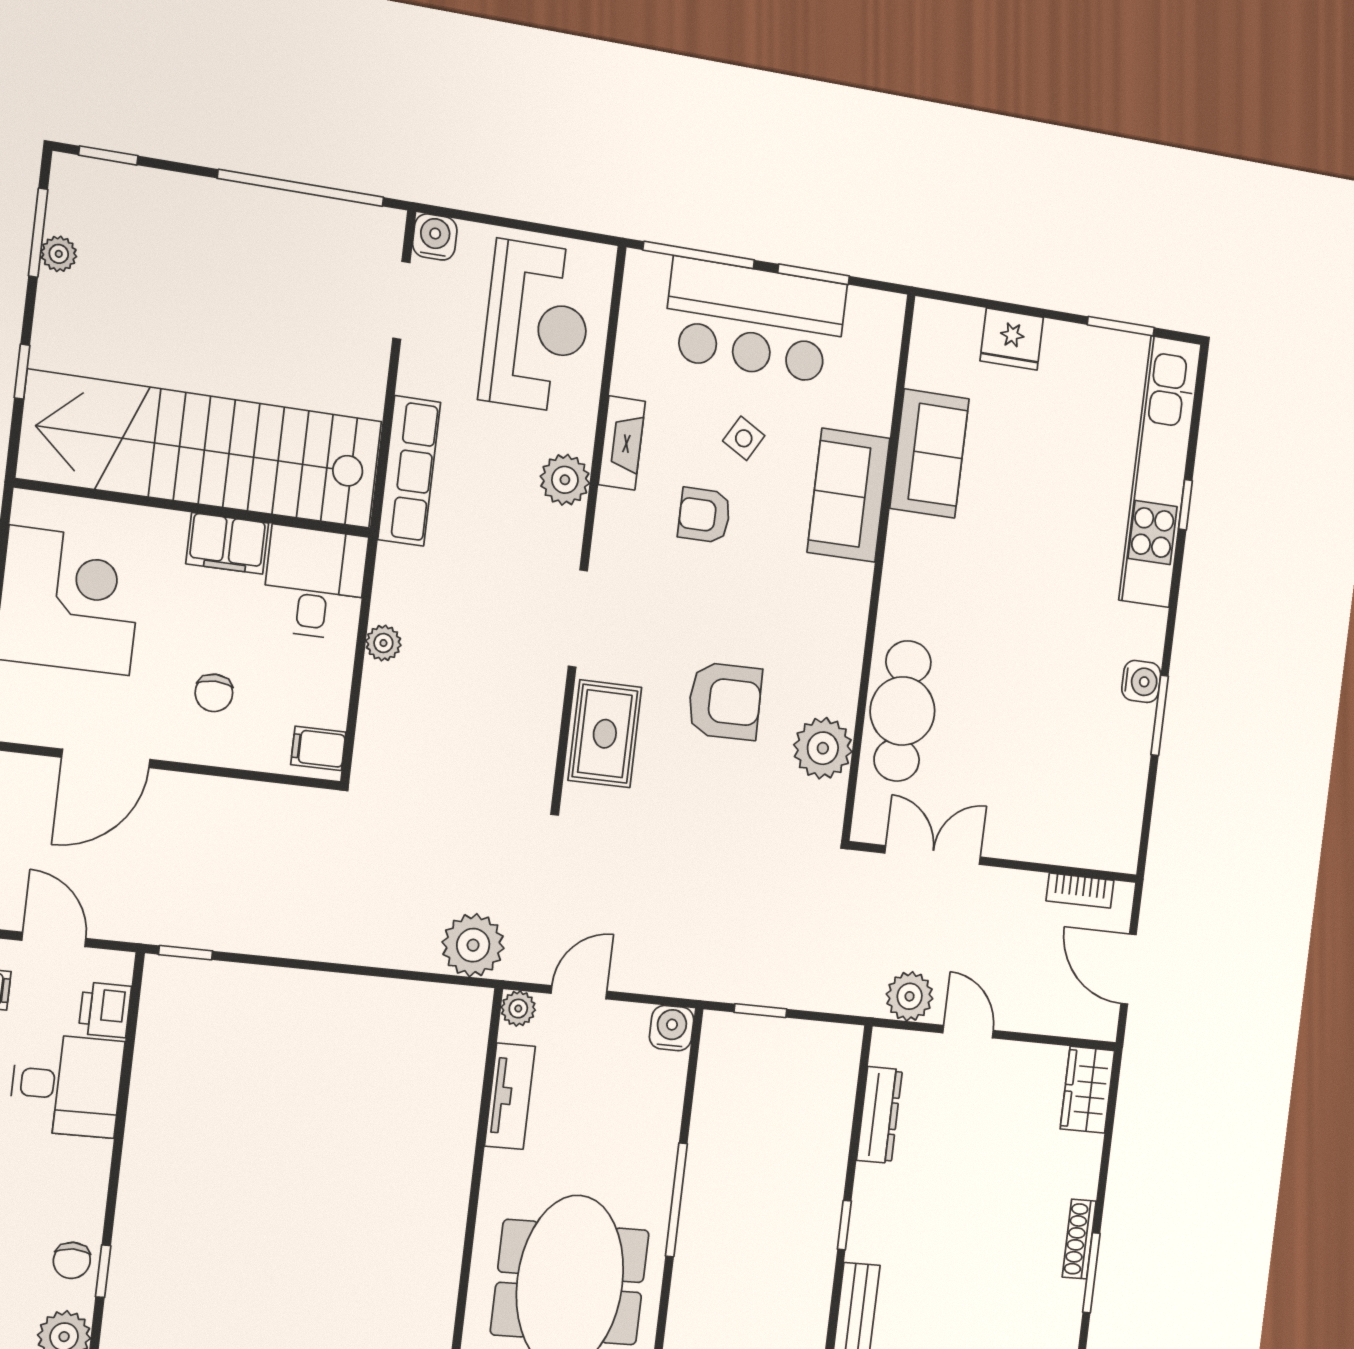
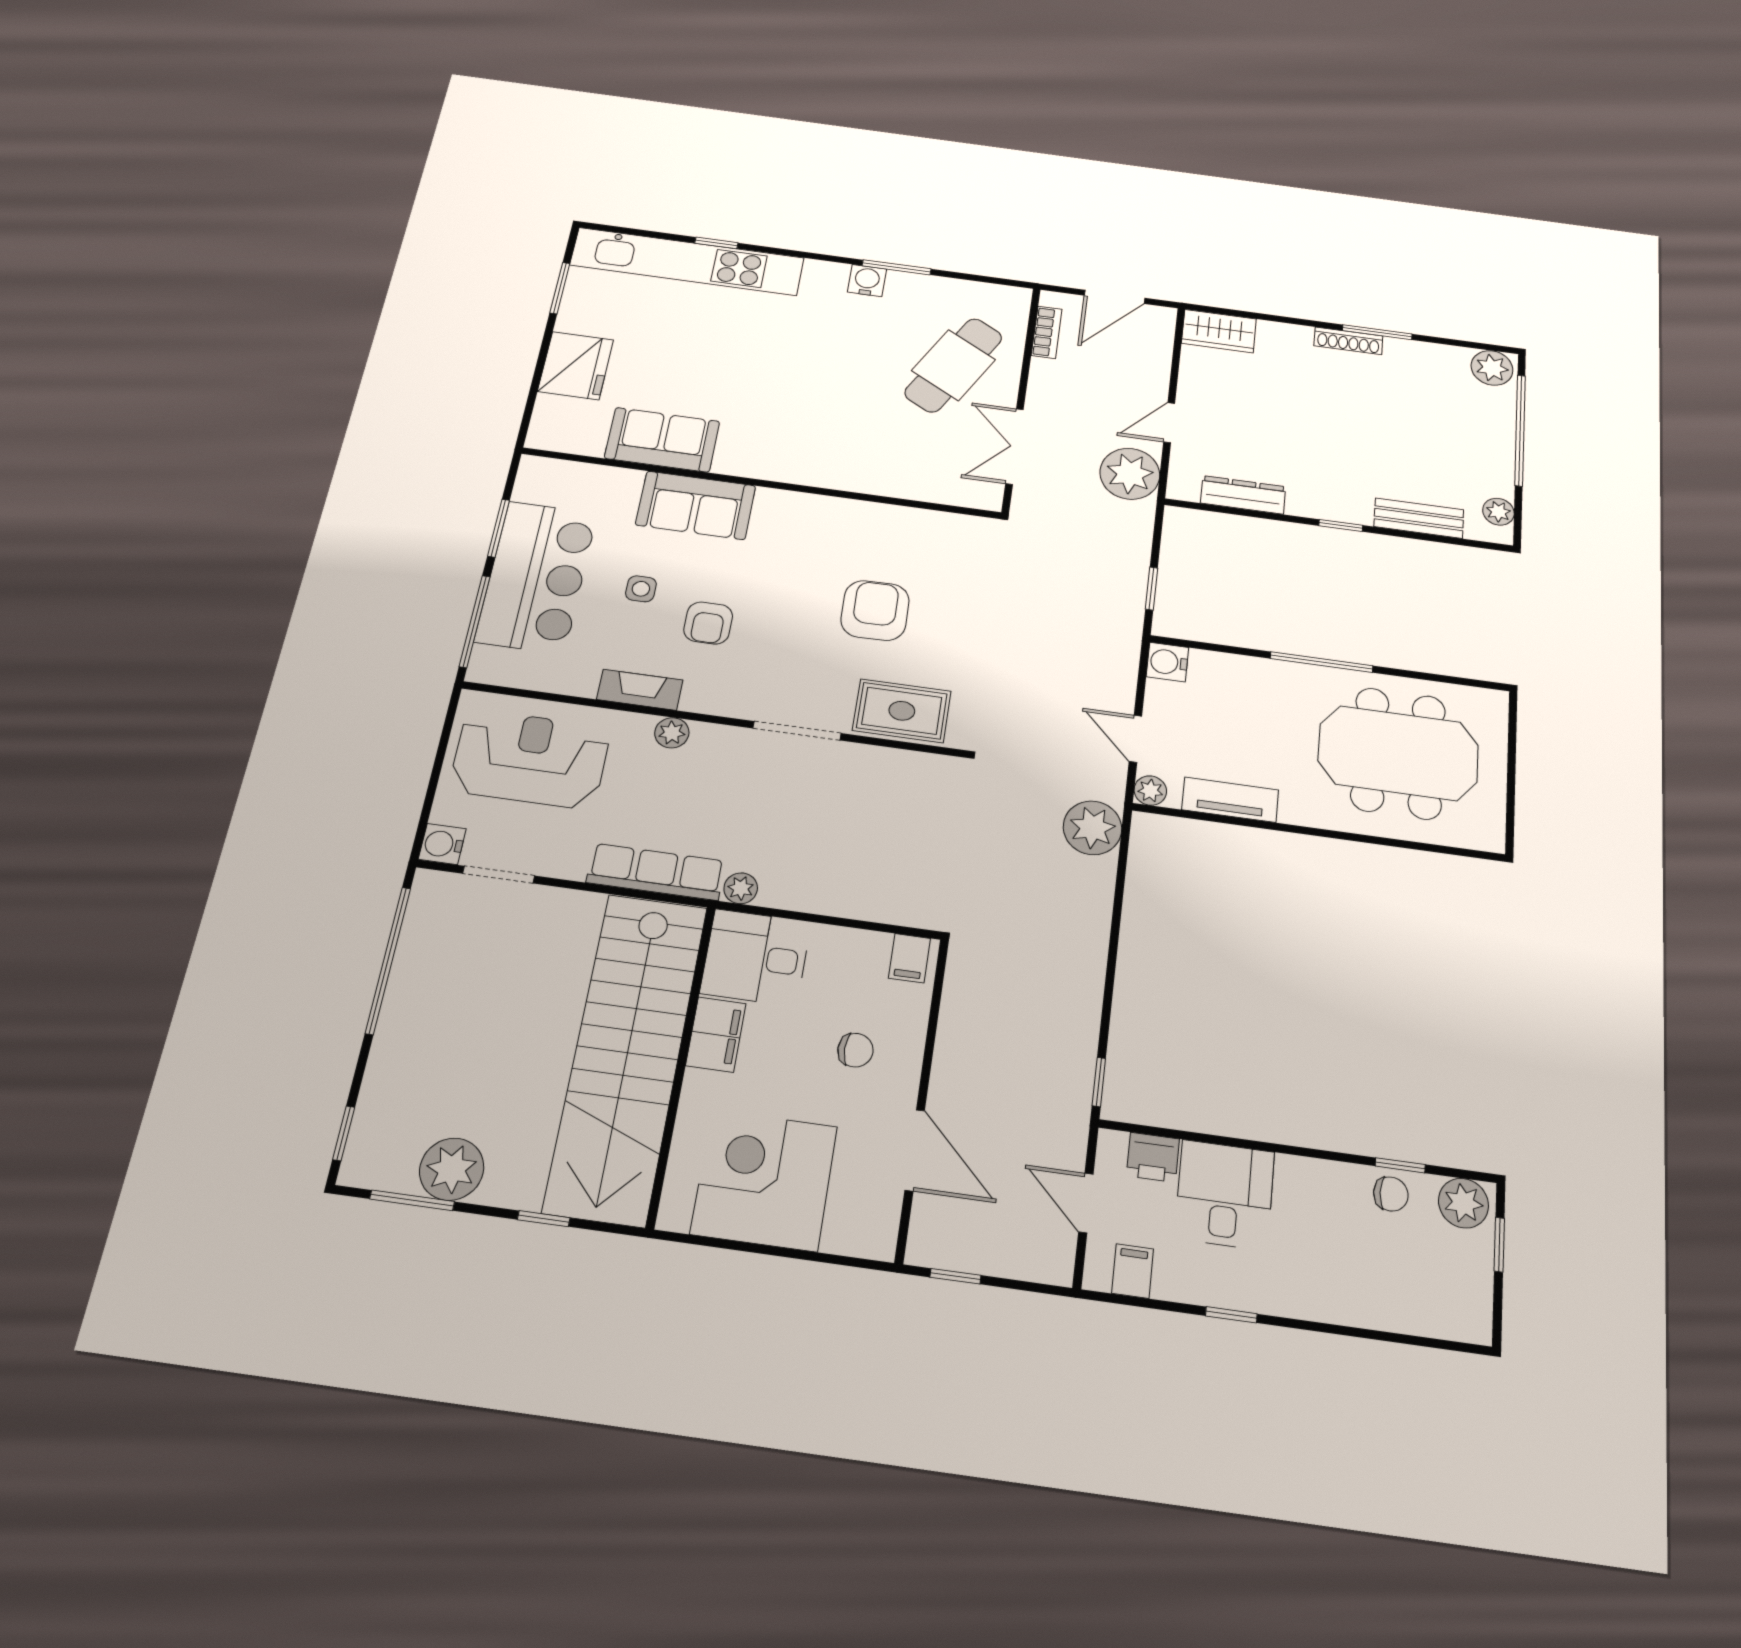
plant: (59, 254) -> (452, 1169), width x1.88, depth x1.88
fridge: (1012, 339) -> (575, 366), width x1.36, depth x1.34
side table: (744, 438) -> (641, 589), turned -30
plant: (565, 480) -> (672, 733), width x0.73, depth x0.73
plant: (383, 643) -> (741, 888), moved
cafe table: (902, 711) -> (953, 365), moved, turned -61
plant: (823, 748) -> (919, 532), removed
door: (54, 939) -> (1086, 1203), hinge flipped
plant: (910, 996) -> (1130, 474), width x1.36, depth x1.36

